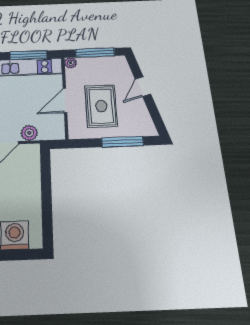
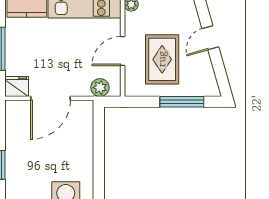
plant: (29, 133) -> (100, 88), moved

